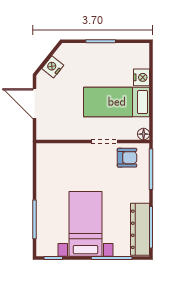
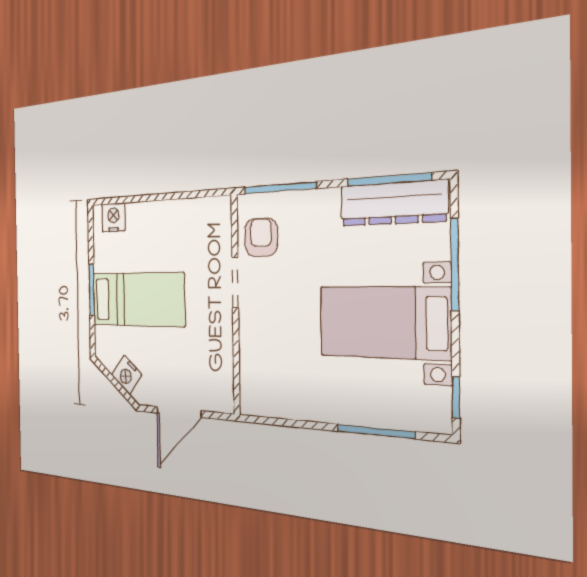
nightstand: (142, 77) -> (113, 217), moved
bed: (117, 102) -> (138, 299), moved, turned -90
floor lamp: (144, 134) -> (222, 207), removed

